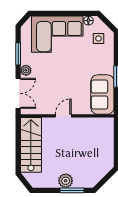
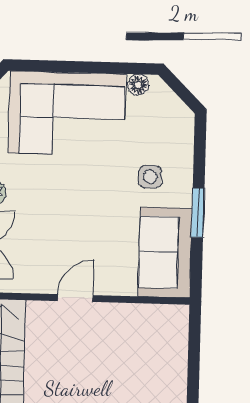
side table: (98, 39) -> (150, 177), moved

